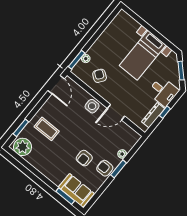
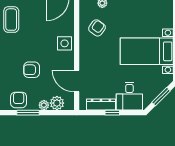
door: (116, 112) -> (77, 81), moved
plant: (128, 144) -> (57, 103), added
armchair: (84, 158) -> (32, 70), moved

